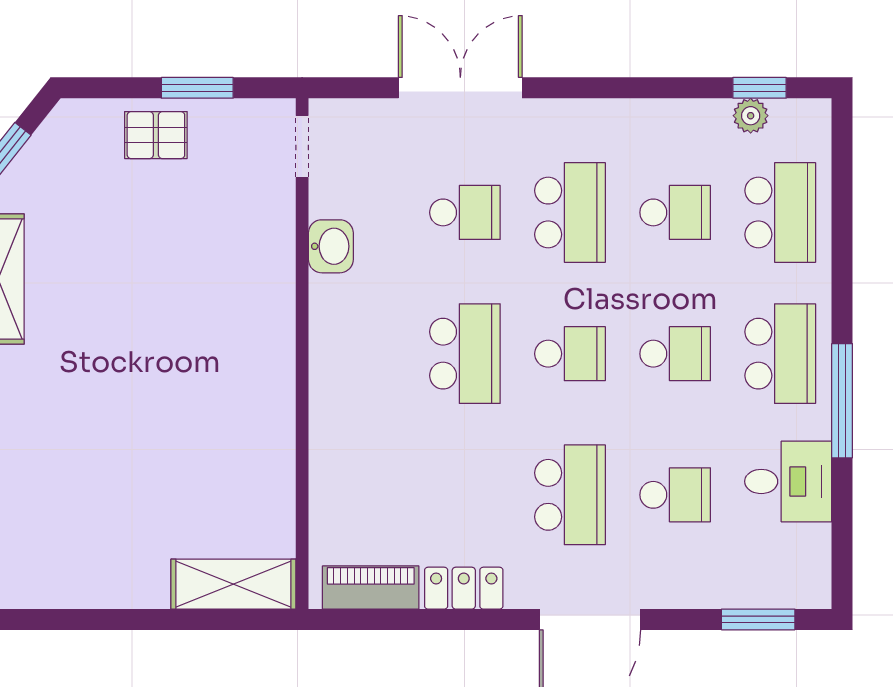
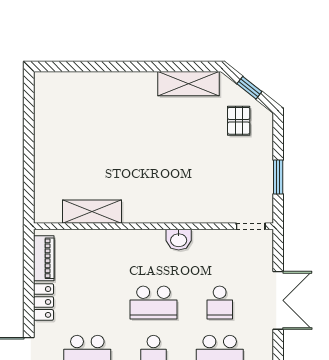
pallet: (156, 135) -> (239, 121), moved
washbasin: (331, 246) -> (179, 240), moved
shelving: (233, 584) -> (92, 212), moved, turned 90

